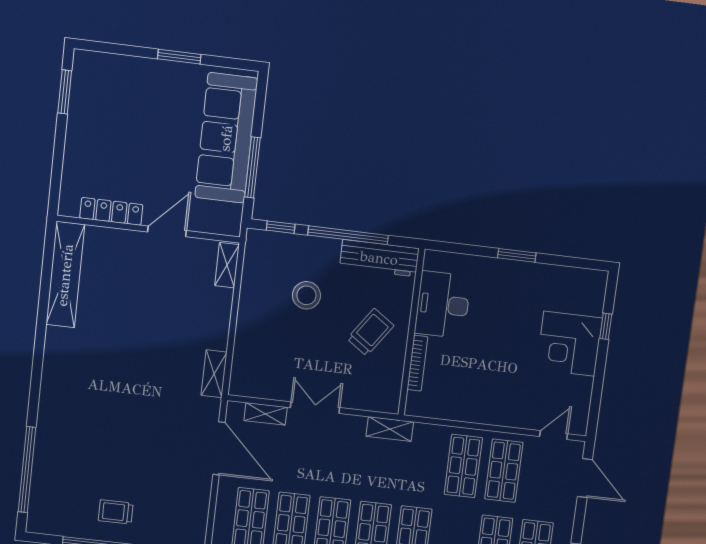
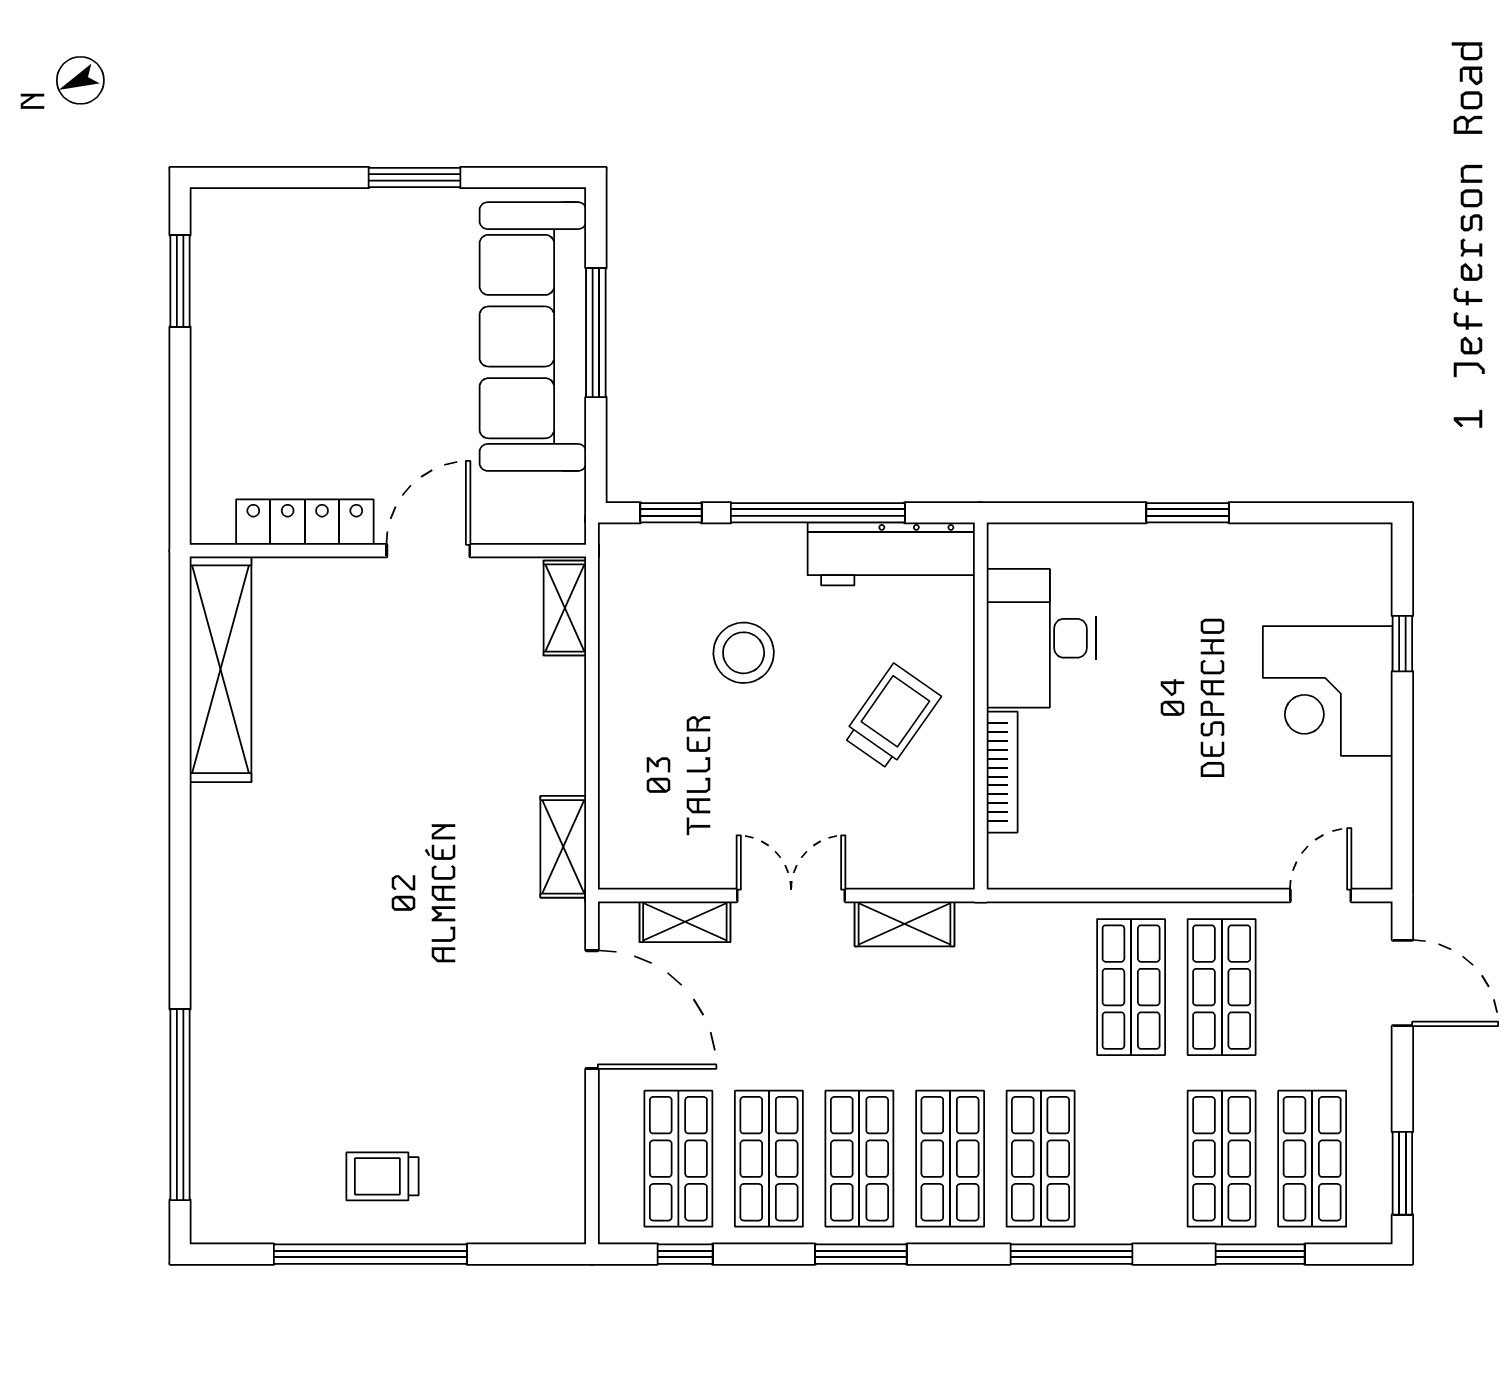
window: (252, 167) -> (596, 333), moved
shelving: (390, 429) -> (905, 924), moved

